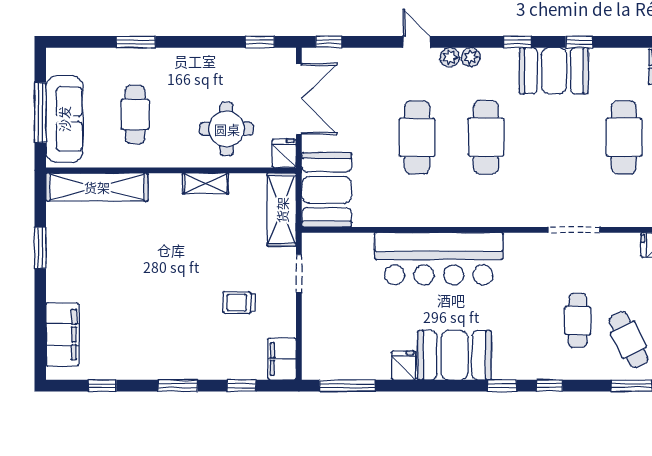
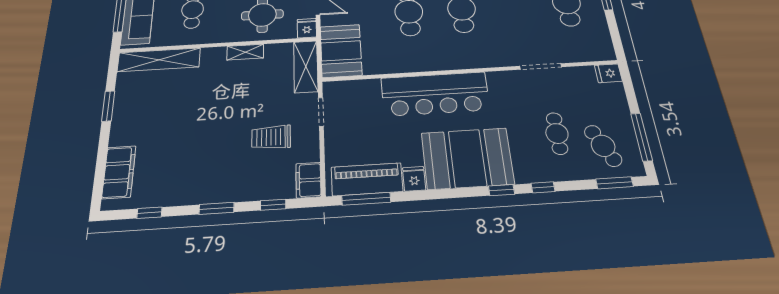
trolley: (239, 302) -> (271, 137), width x1.36, depth x1.39
booth: (454, 355) -> (467, 158), width x1.36, depth x1.42
piano: (349, 362) -> (367, 179), added

